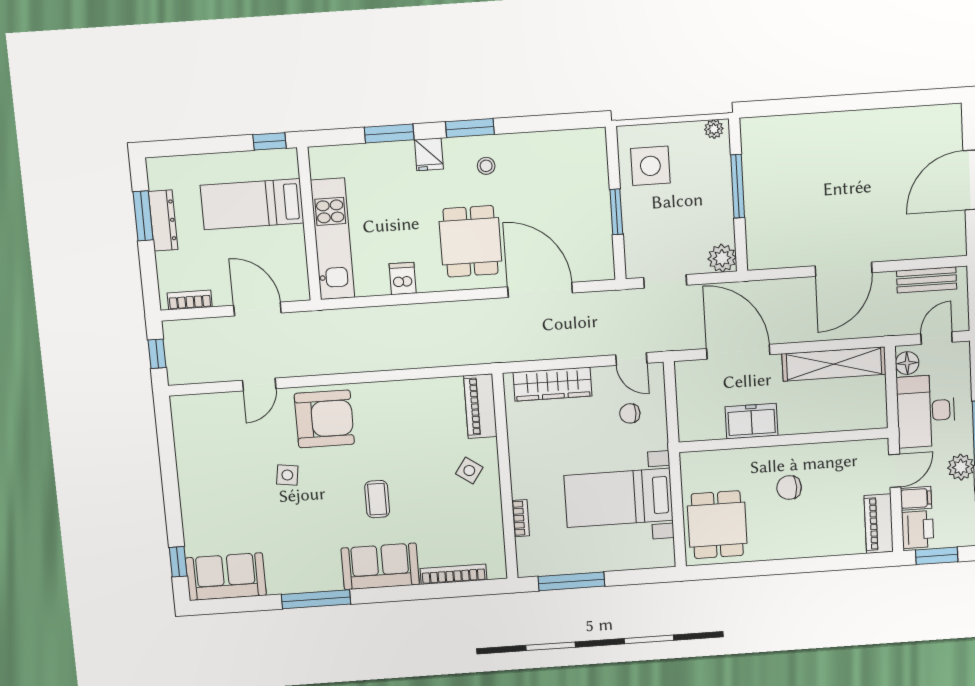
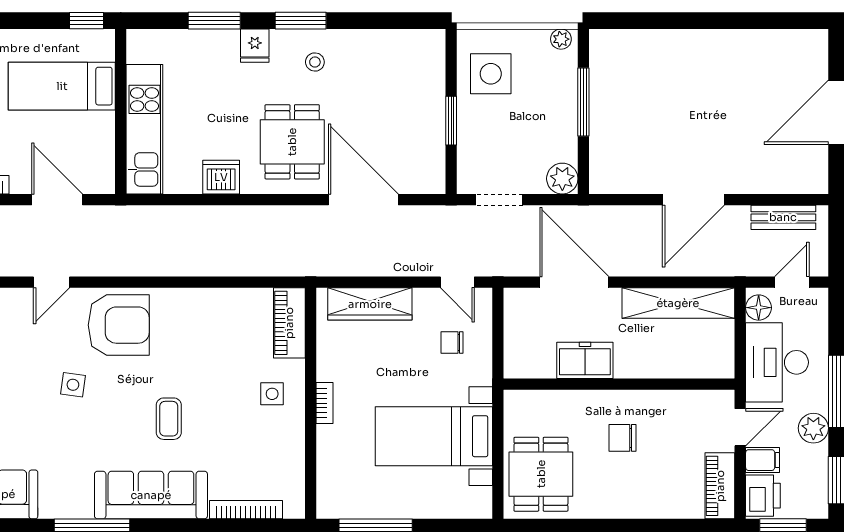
dishwasher: (403, 278) -> (221, 177), width x1.38
side table: (469, 471) -> (272, 394), turned -35
bookcase: (521, 518) -> (324, 403), moved
sofa: (380, 566) -> (151, 495), width x1.36

